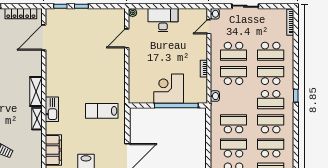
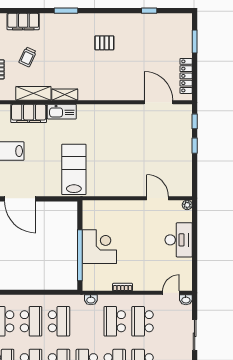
door: (209, 27) -> (171, 293), hinge flipped
school desk: (234, 75) -> (115, 321), turned 180
shelving: (36, 92) -> (33, 93), moved
kitchen sink: (52, 109) -> (62, 112), moved
lab bench: (102, 111) -> (74, 169), width x1.36, depth x1.39

